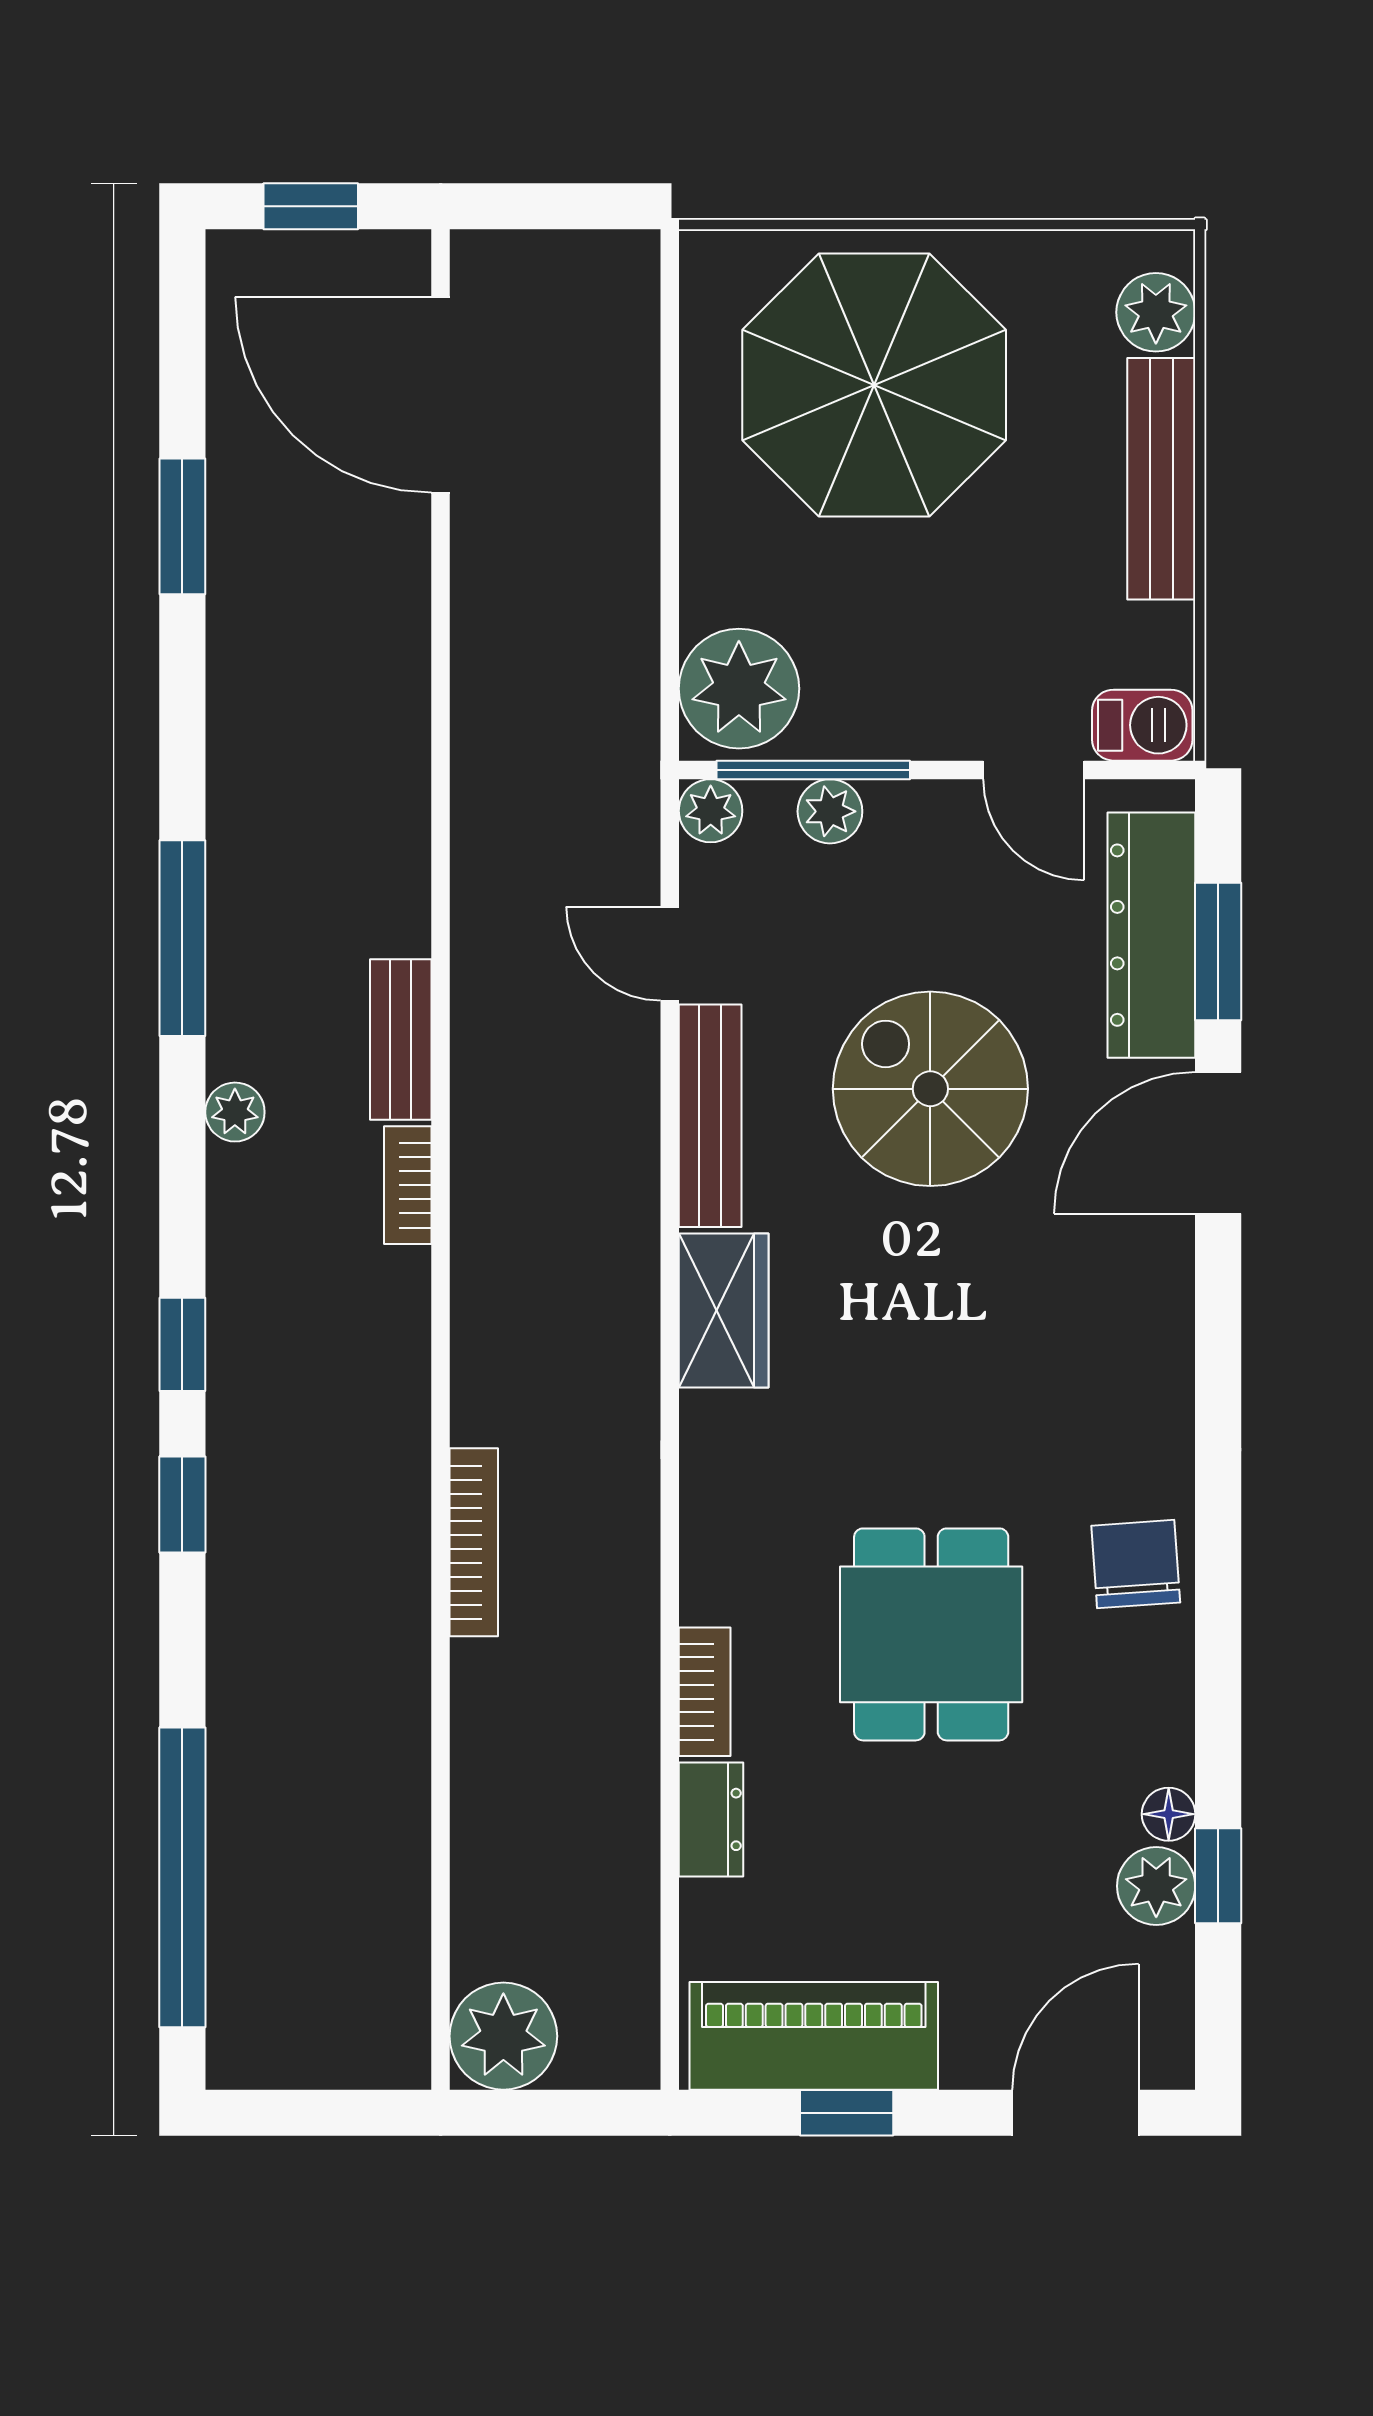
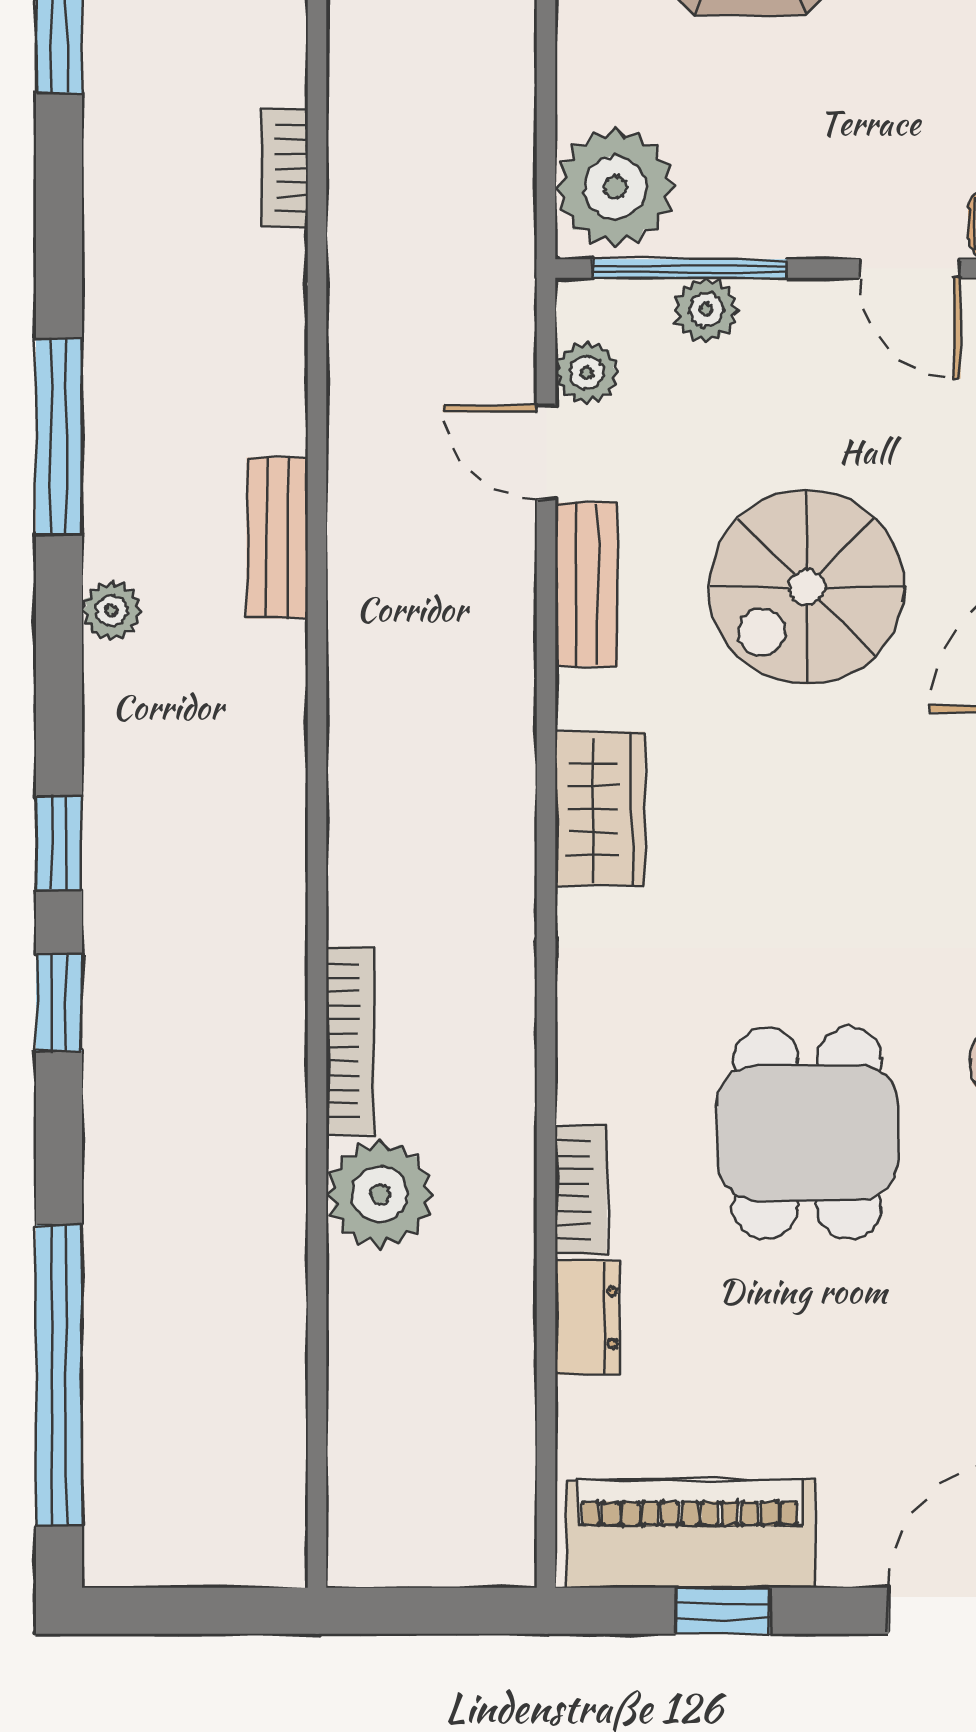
plant: (711, 811) -> (587, 373), moved
spiral stairs: (930, 1089) -> (807, 587), turned -90
bench: (710, 1116) -> (586, 585), width x0.73
bookcase: (408, 1185) -> (284, 168), moved
plant: (503, 2036) -> (380, 1194), moved

